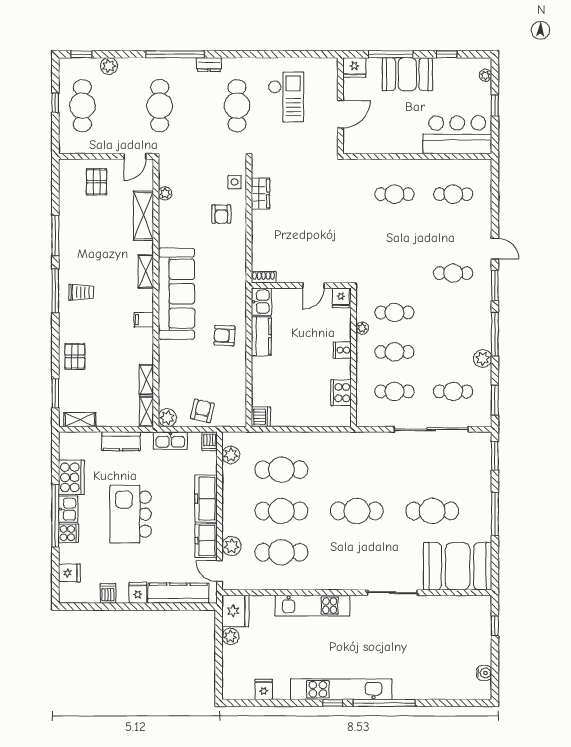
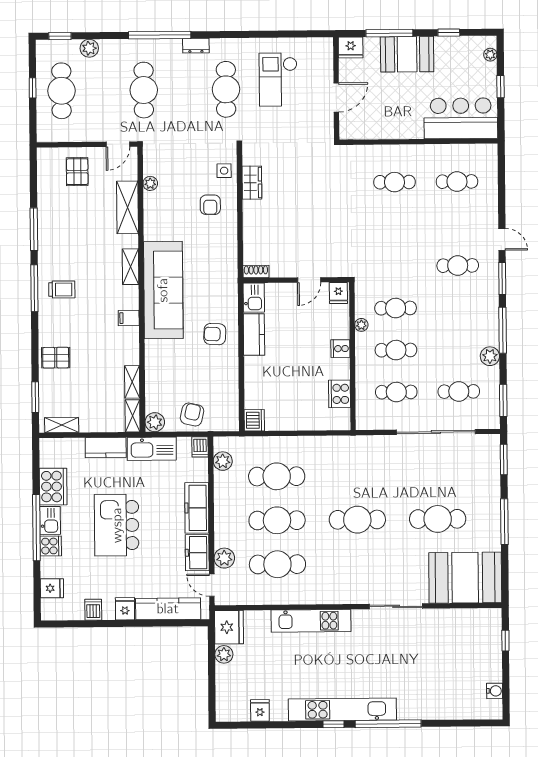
checkout: (286, 97) -> (278, 80), turned 180
pallet: (75, 356) -> (56, 358), turned 90
kitchen sink: (170, 441) -> (152, 449), width x1.36, depth x1.24

